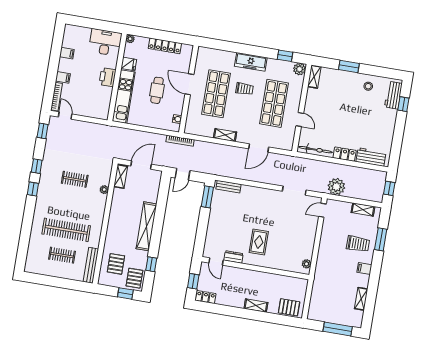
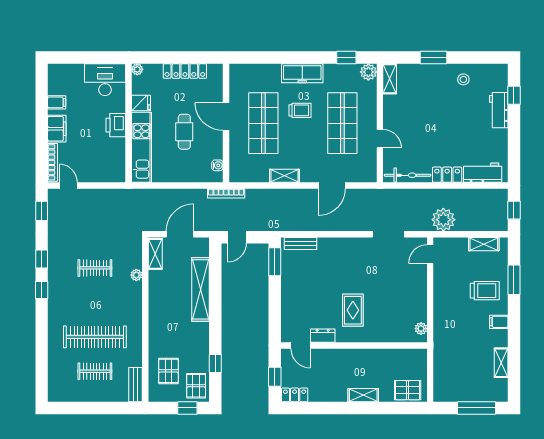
filing cabinet: (63, 77) -> (57, 129), width x2.00
workbench: (393, 95) -> (499, 110), moved
shelving: (146, 226) -> (200, 289), moved
bench: (91, 265) -> (136, 385), width x0.73

